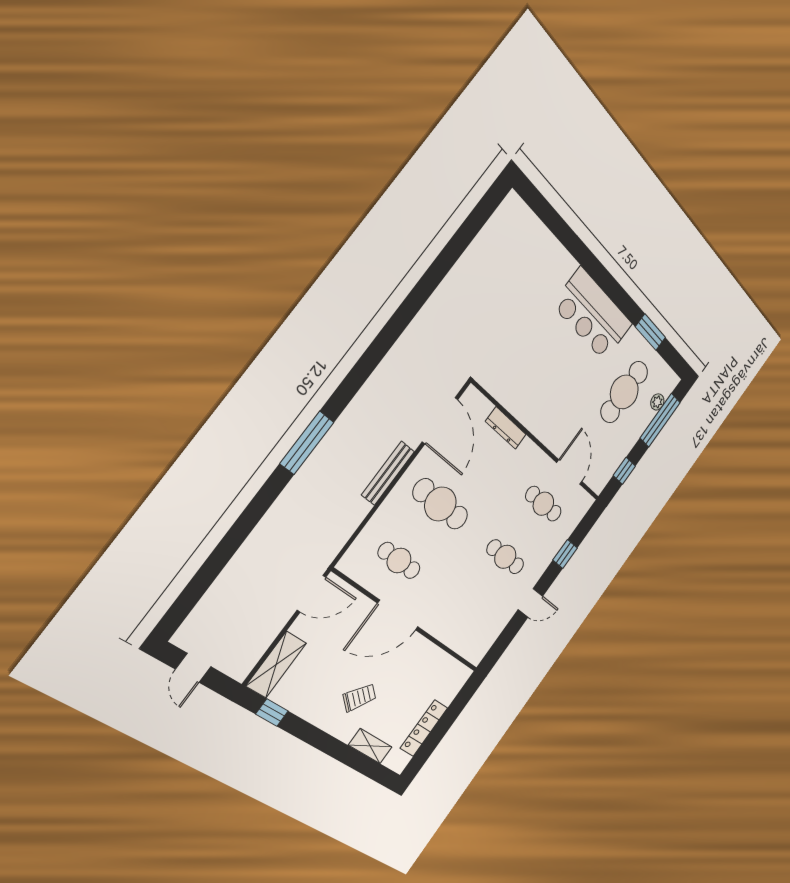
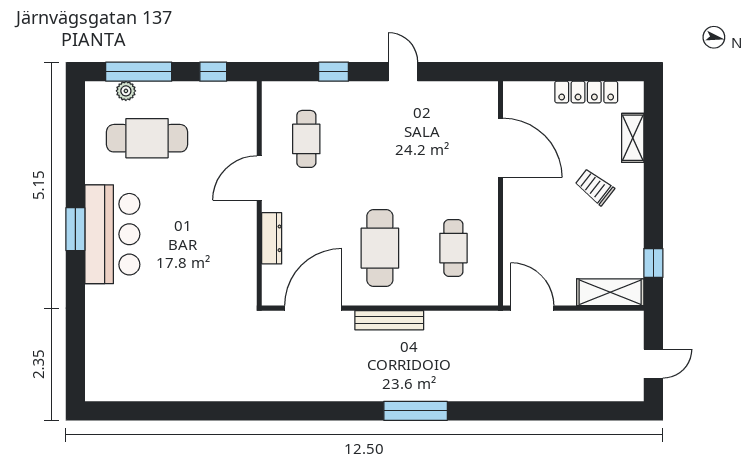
window: (650, 332) -> (75, 229), moved
door: (569, 472) -> (259, 178), moved
cafe table: (505, 557) -> (380, 139), removed
door: (398, 615) -> (501, 148), moved

